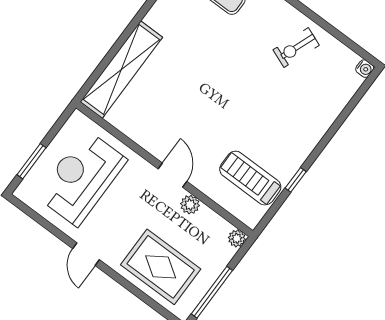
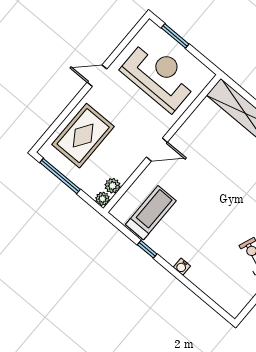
water cooler: (365, 69) -> (182, 267), moved
plant: (190, 205) -> (113, 186), moved

